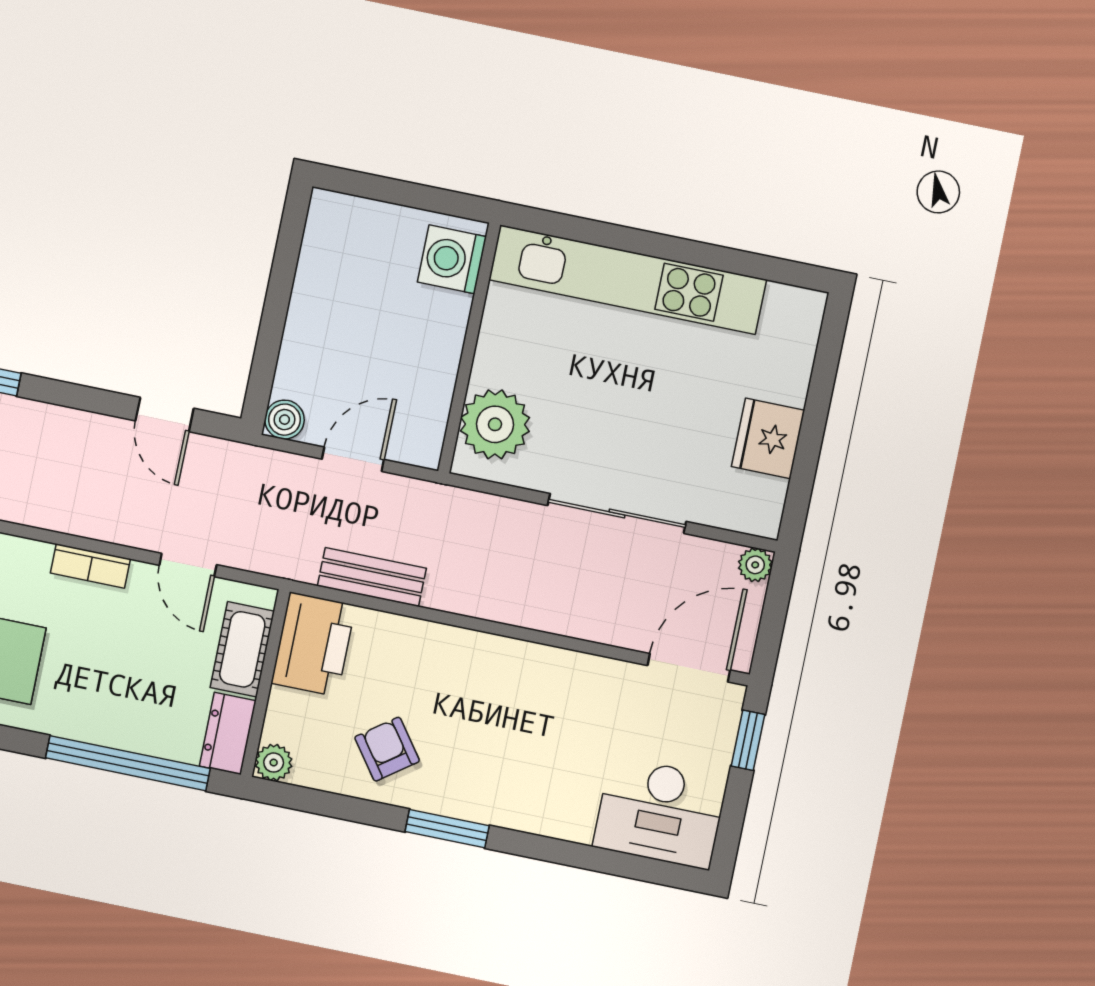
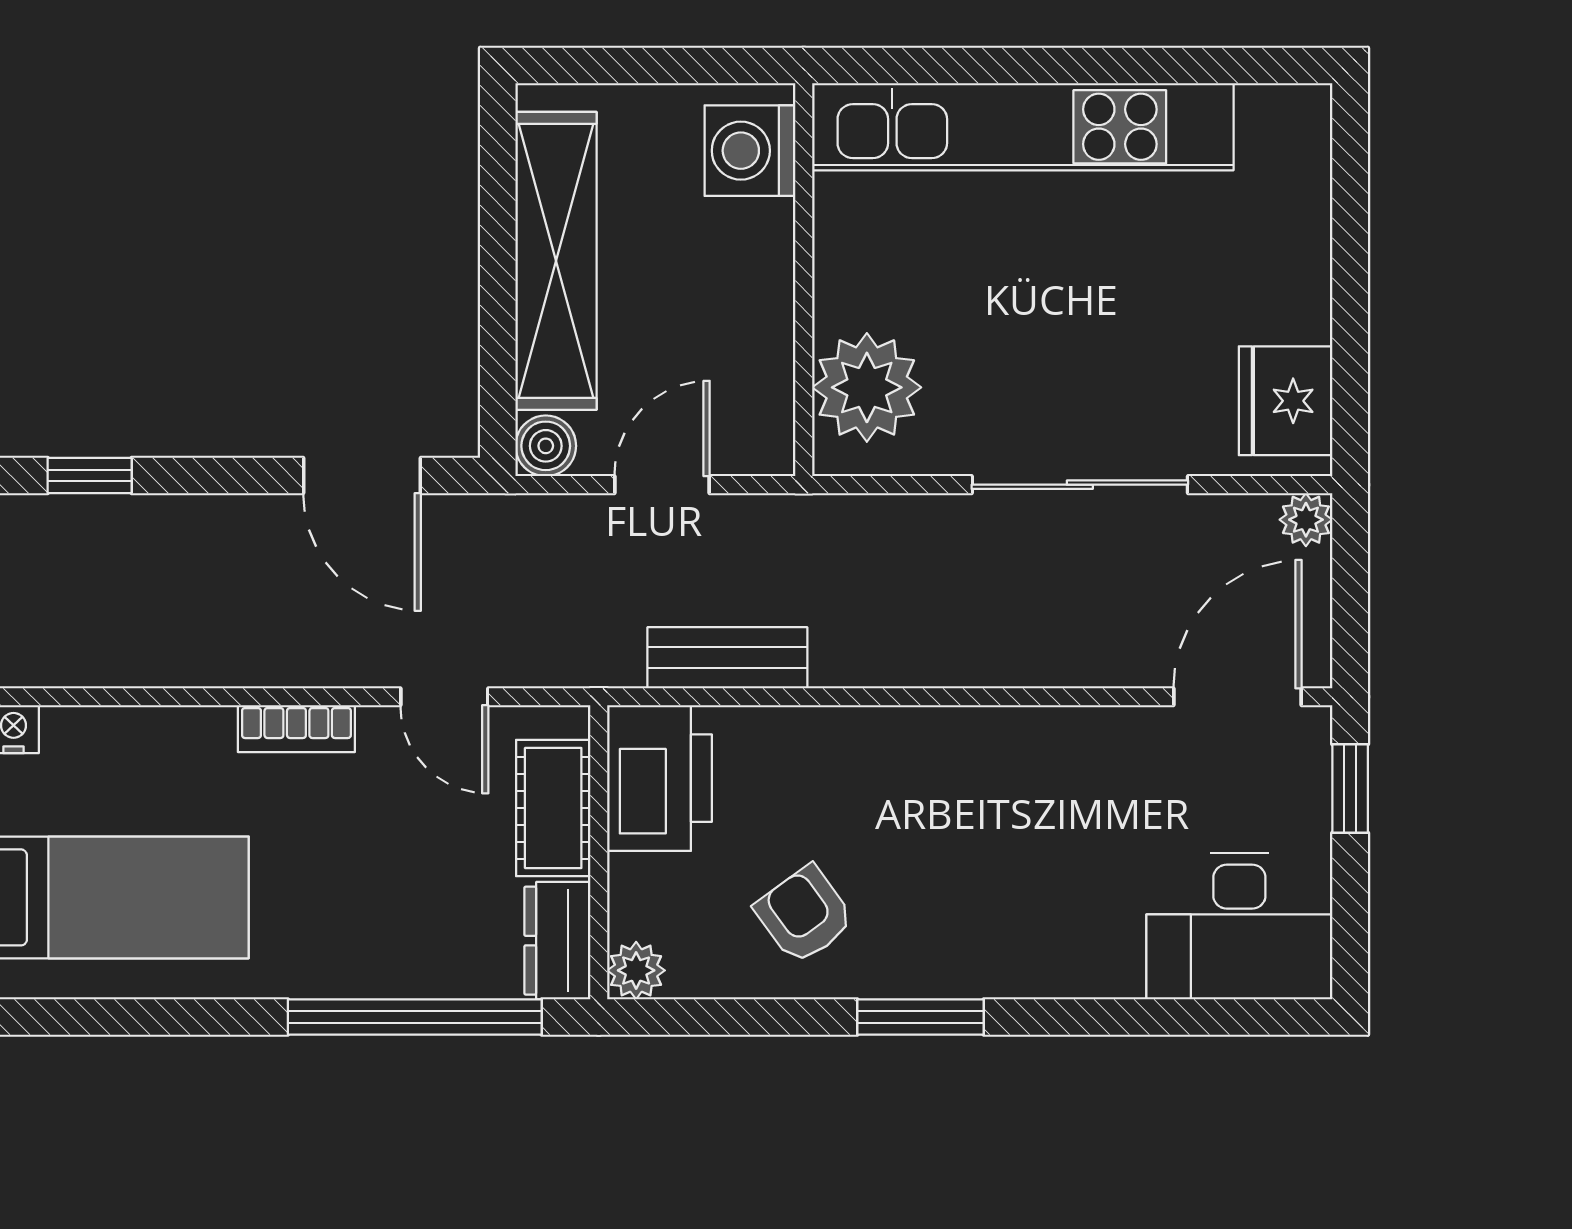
shelving: (315, 304) -> (556, 261), added
door: (165, 415) -> (362, 476), width x1.38
fridge: (768, 438) -> (1286, 401), moved

